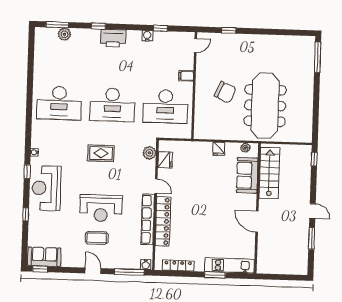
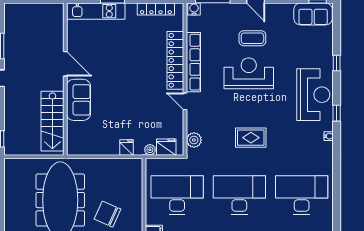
plant: (245, 148) -> (150, 150), moved
fridge: (219, 149) -> (127, 147), moved
fridge: (165, 160) -> (166, 147), moved, turned 90
sofa: (247, 175) -> (78, 100), moved

